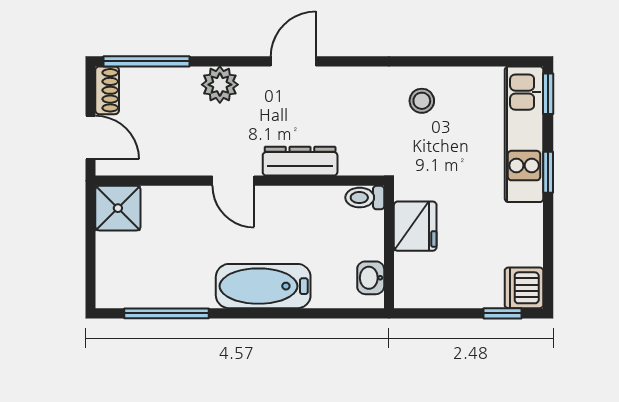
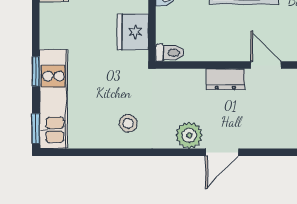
plant: (220, 85) -> (189, 135), moved
dresser: (300, 161) -> (225, 79), width x0.70

